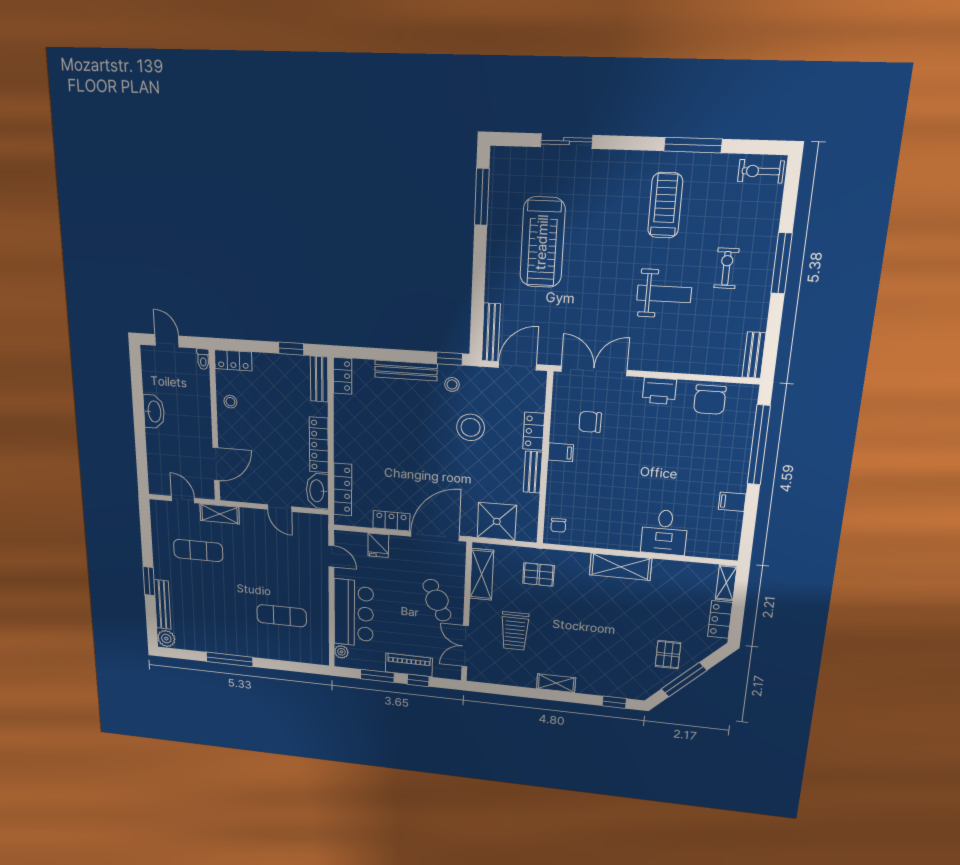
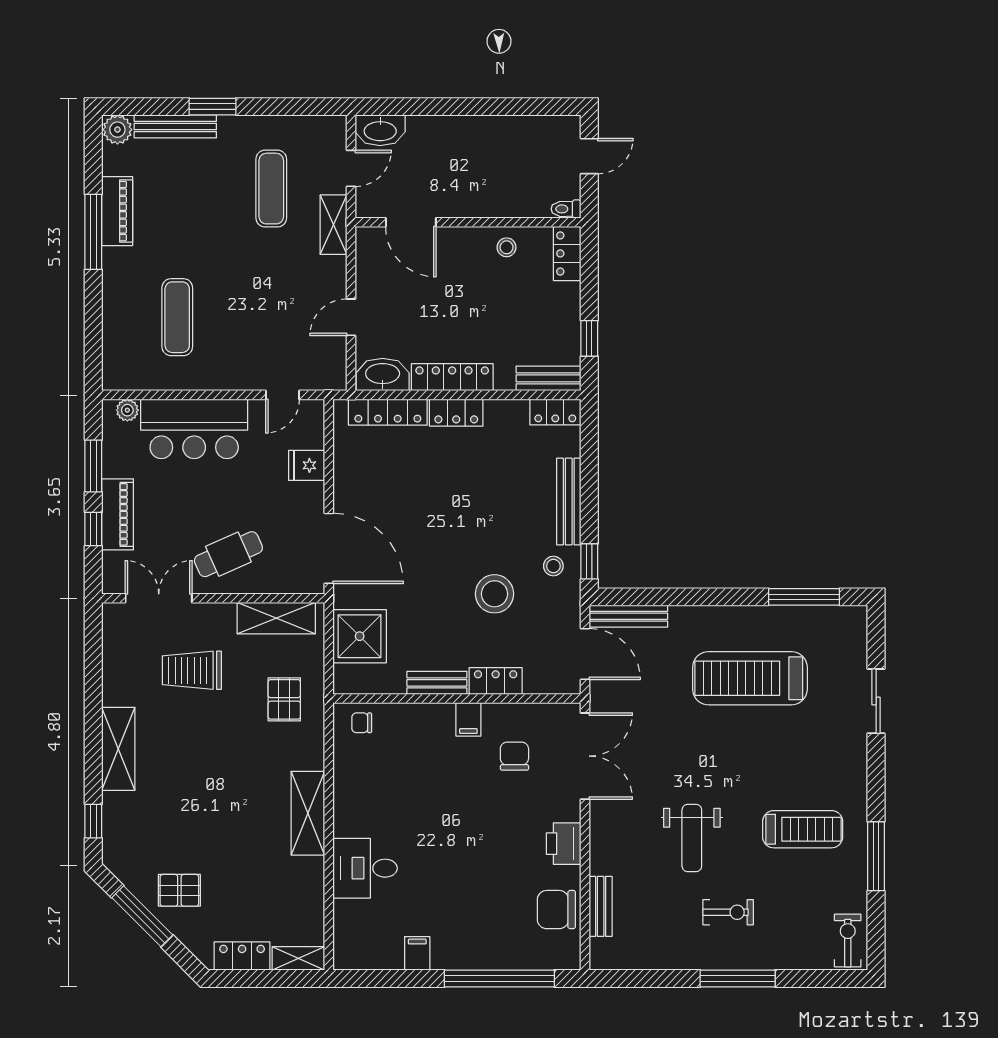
bench: (754, 355) -> (601, 906), moved, turned 90
washbasin: (154, 411) -> (380, 130), moved
locker: (391, 521) -> (456, 413), moved, turned 90
piano: (216, 644) -> (117, 211), added
shelving: (556, 683) -> (118, 749), width x1.50, depth x1.33

